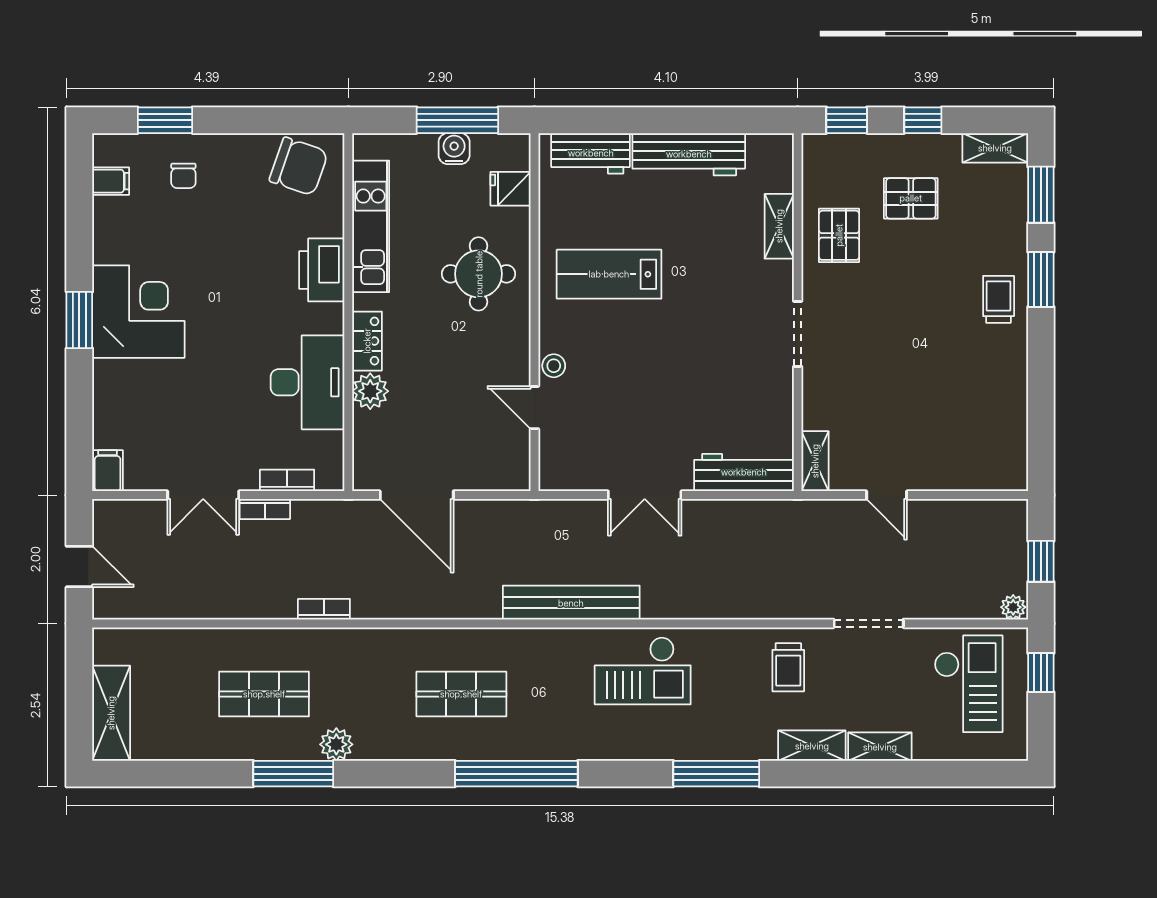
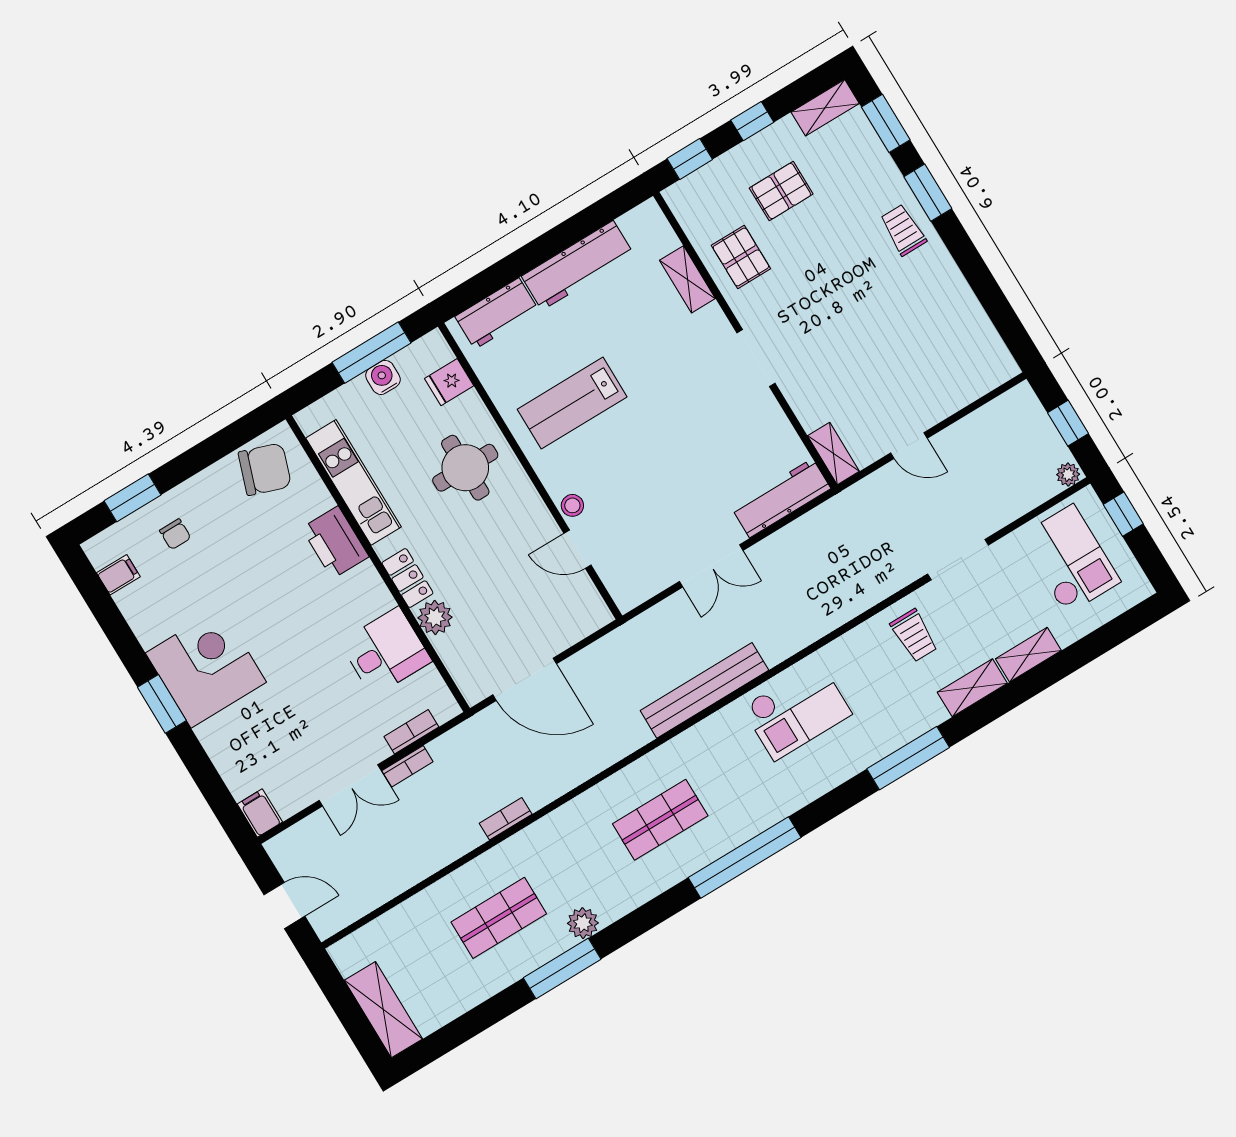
desk: (308, 382) -> (386, 652), width x0.73

